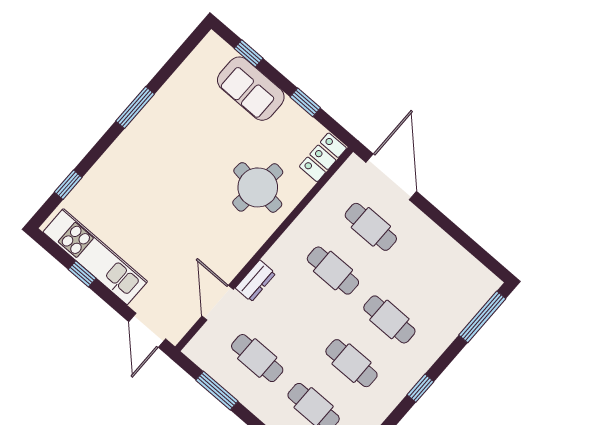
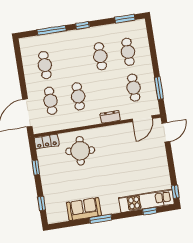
sofa: (251, 89) -> (84, 209), moved, turned -90
kitchen unit: (95, 257) -> (146, 201), moved, turned 90
window: (82, 274) -> (175, 192), moved
door: (218, 303) -> (142, 119), moved
window: (482, 317) -> (52, 30), moved
cafe table: (389, 319) -> (45, 65), moved

